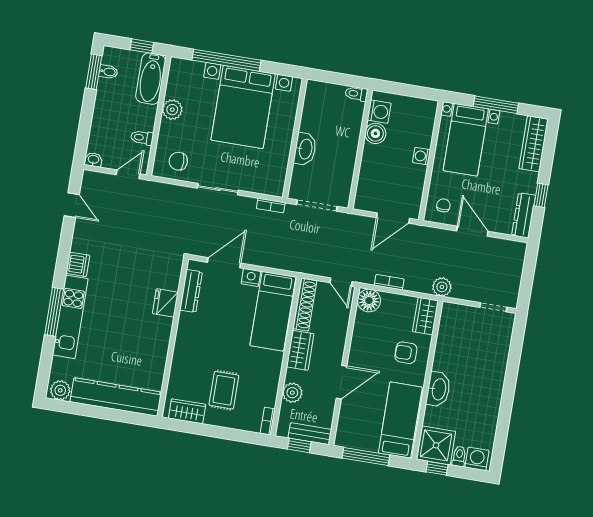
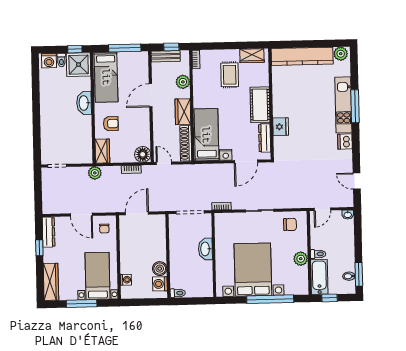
toilet: (142, 138) -> (318, 254), moved
washing machine: (422, 156) -> (126, 280), moved
cot: (189, 339) -> (260, 105), added

